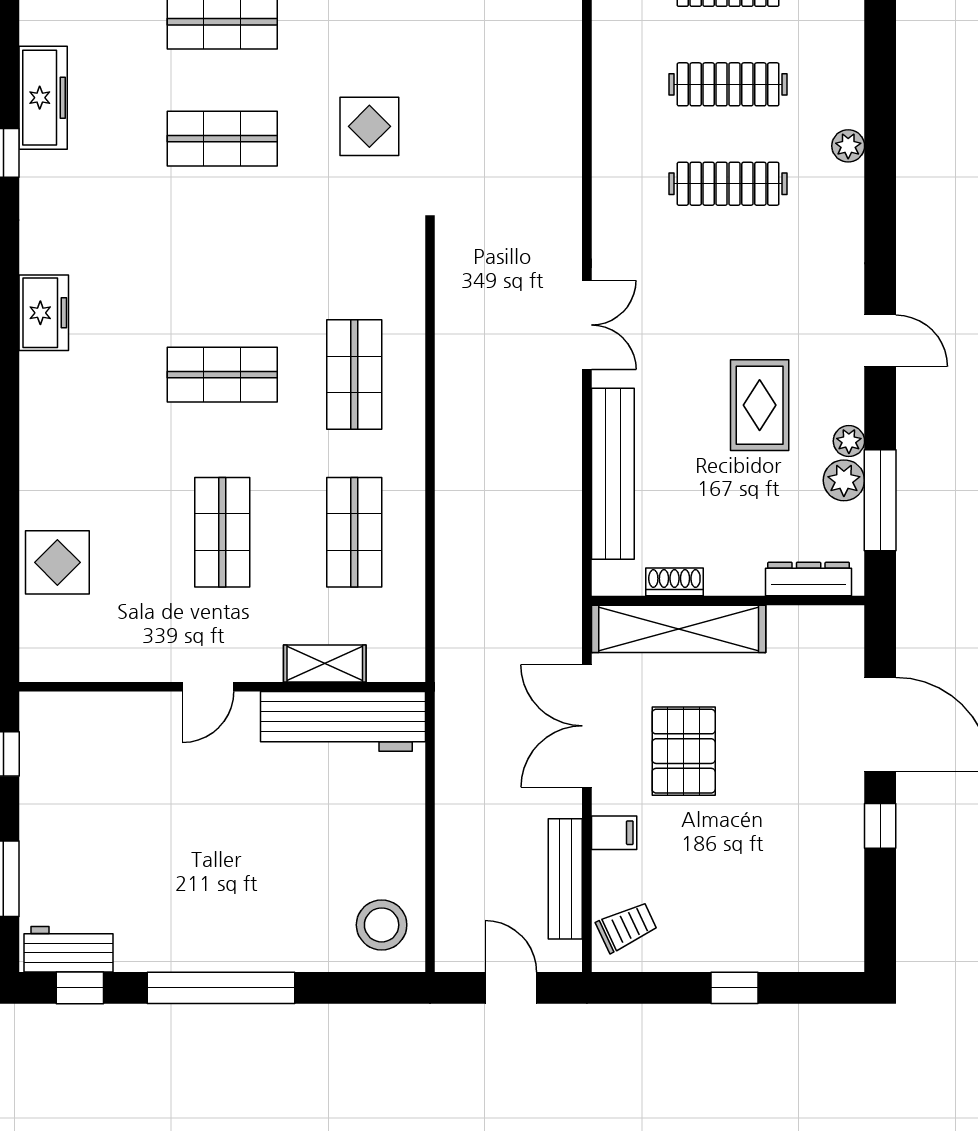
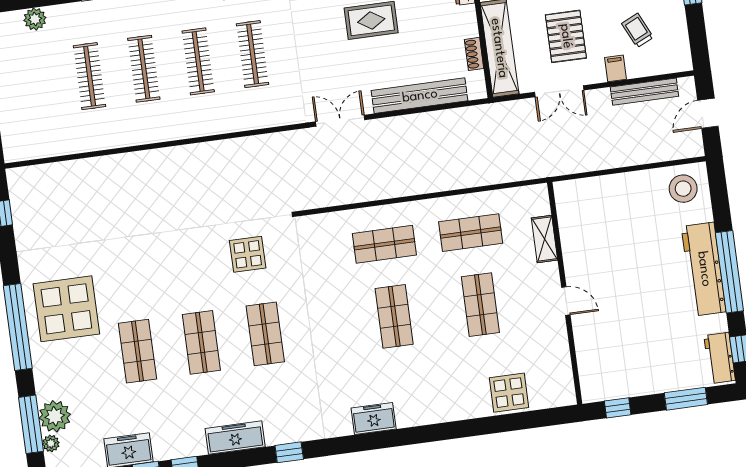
freezer: (43, 98) -> (235, 438), moved
shop shelf: (222, 532) -> (480, 305), turned 90
workbench: (343, 721) -> (704, 269), moved, turned 180
double door: (587, 726) -> (559, 91), width x0.73
pallet: (684, 751) -> (566, 36), turned 90
trolley: (627, 927) -> (637, 30), moved

